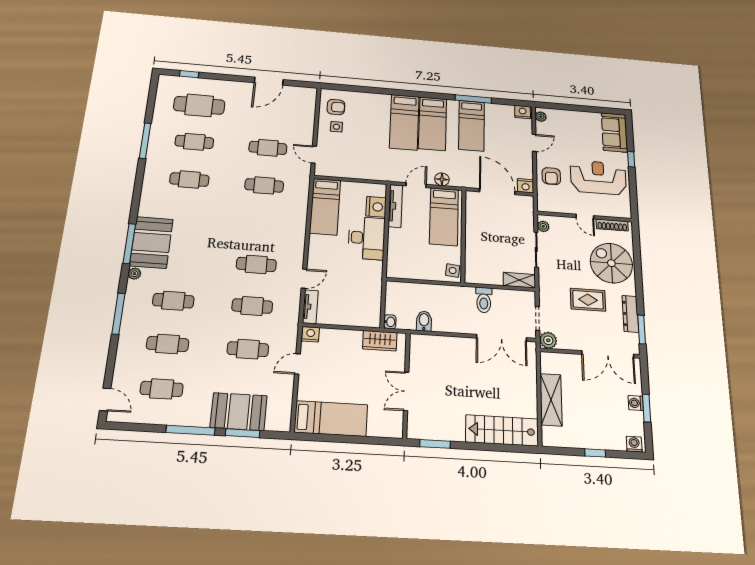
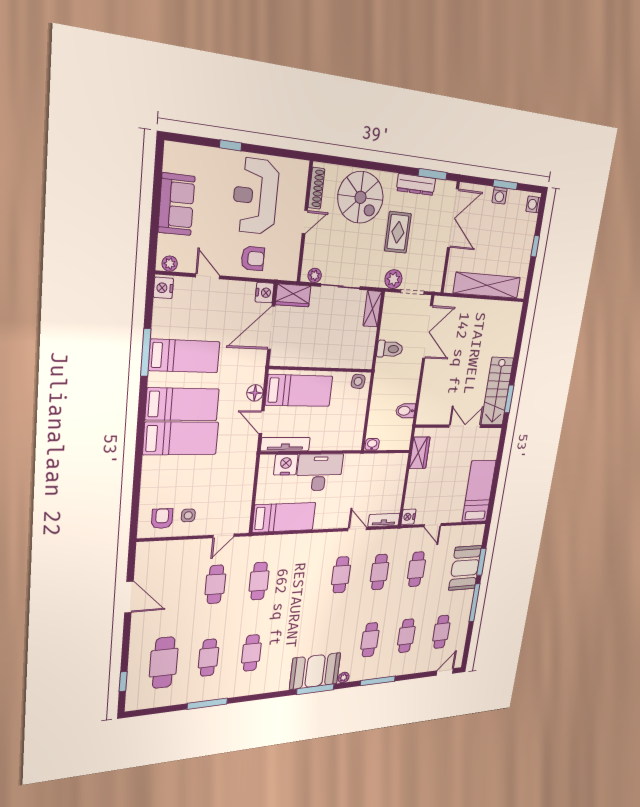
sofa: (615, 132) -> (177, 204), moved, turned -90
wardrobe: (525, 209) -> (293, 295), added
spiral stairs: (611, 263) -> (361, 197), turned -90
washbasin: (390, 322) -> (372, 444), moved
plant: (548, 340) -> (393, 279), moved
double door: (406, 391) -> (465, 426), swing flipped
shelving: (551, 400) -> (487, 285), width x1.47
stairs: (502, 430) -> (497, 391), moved

